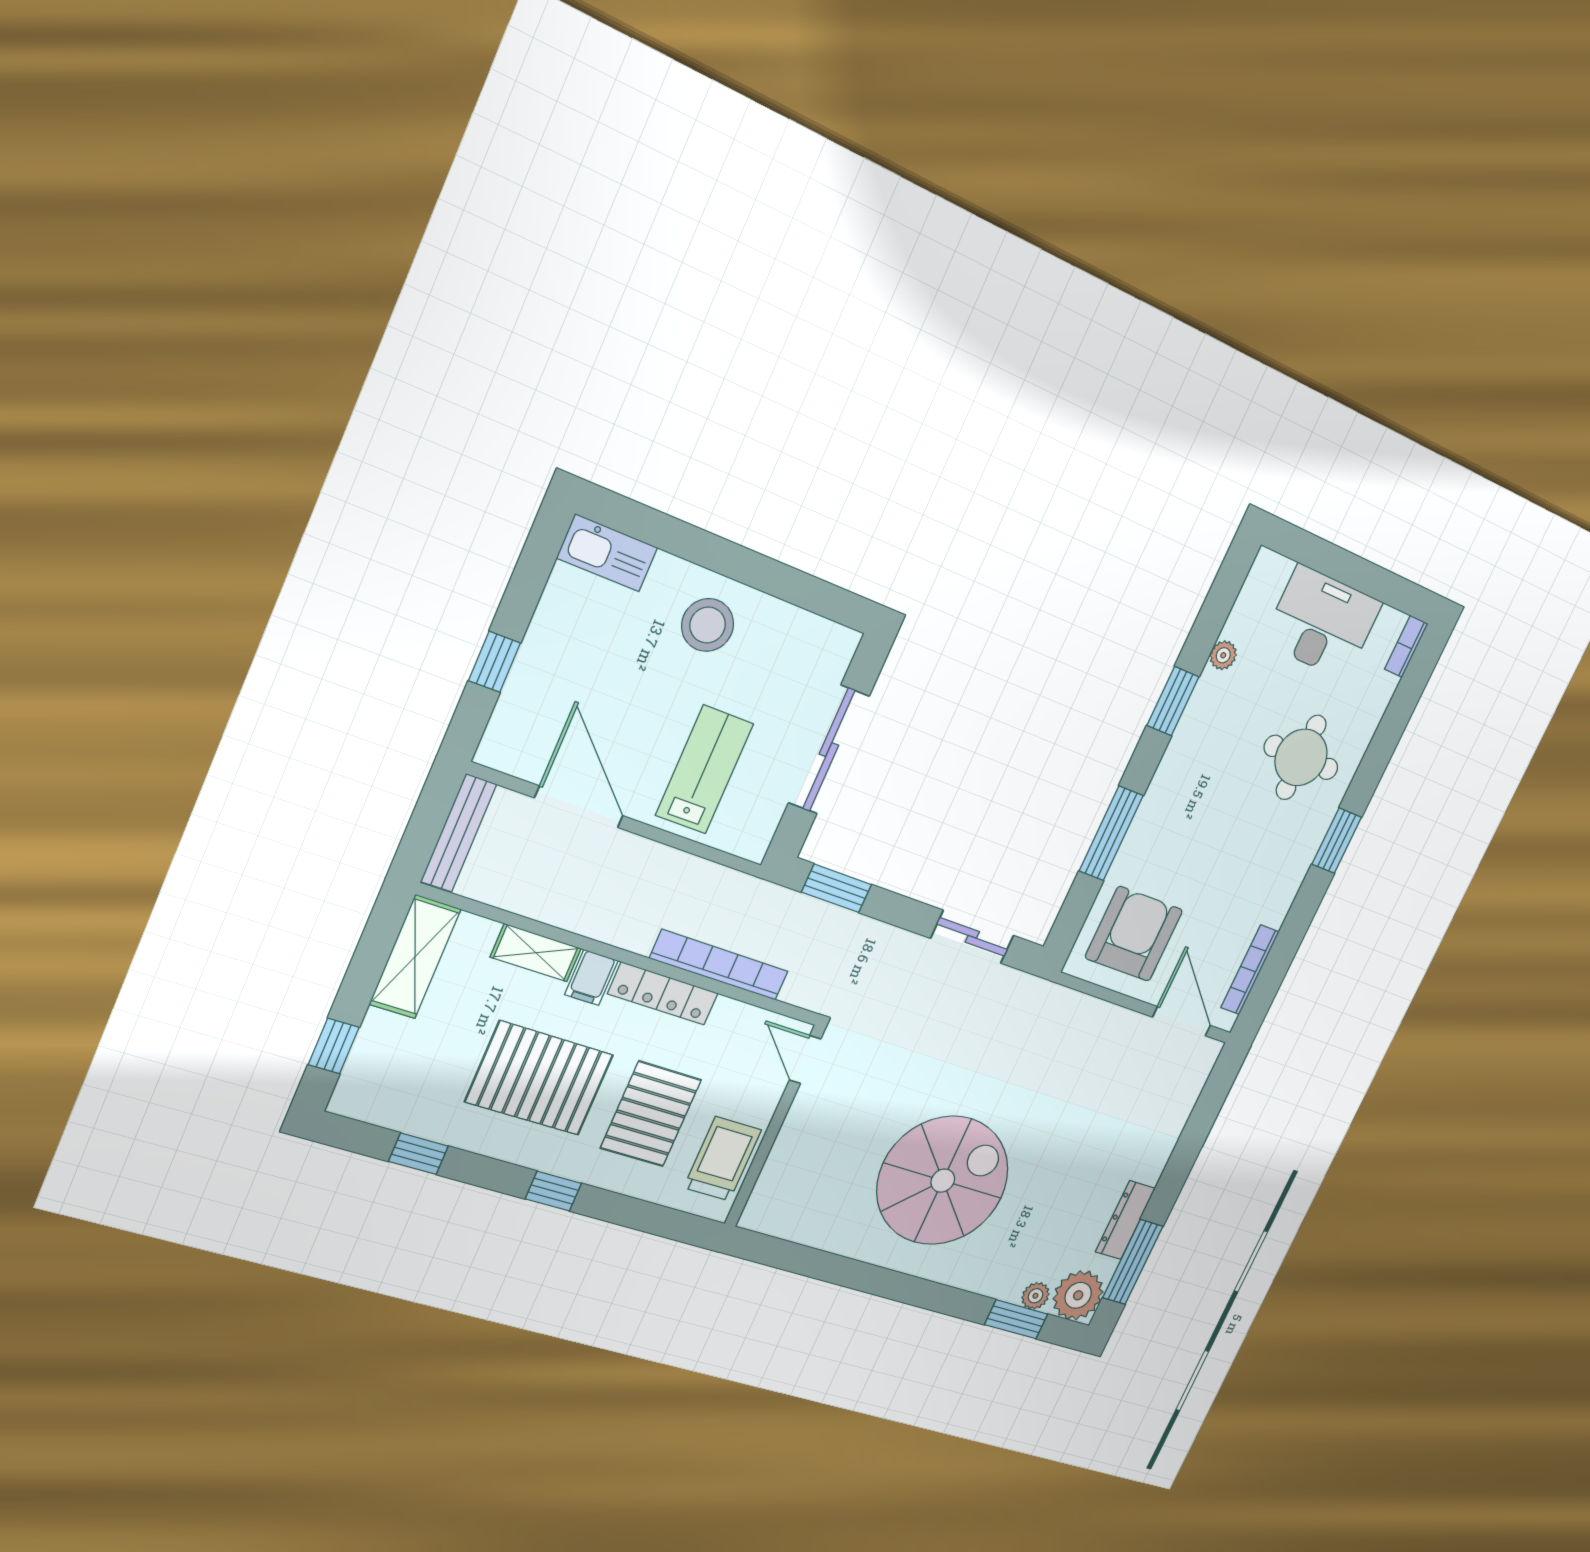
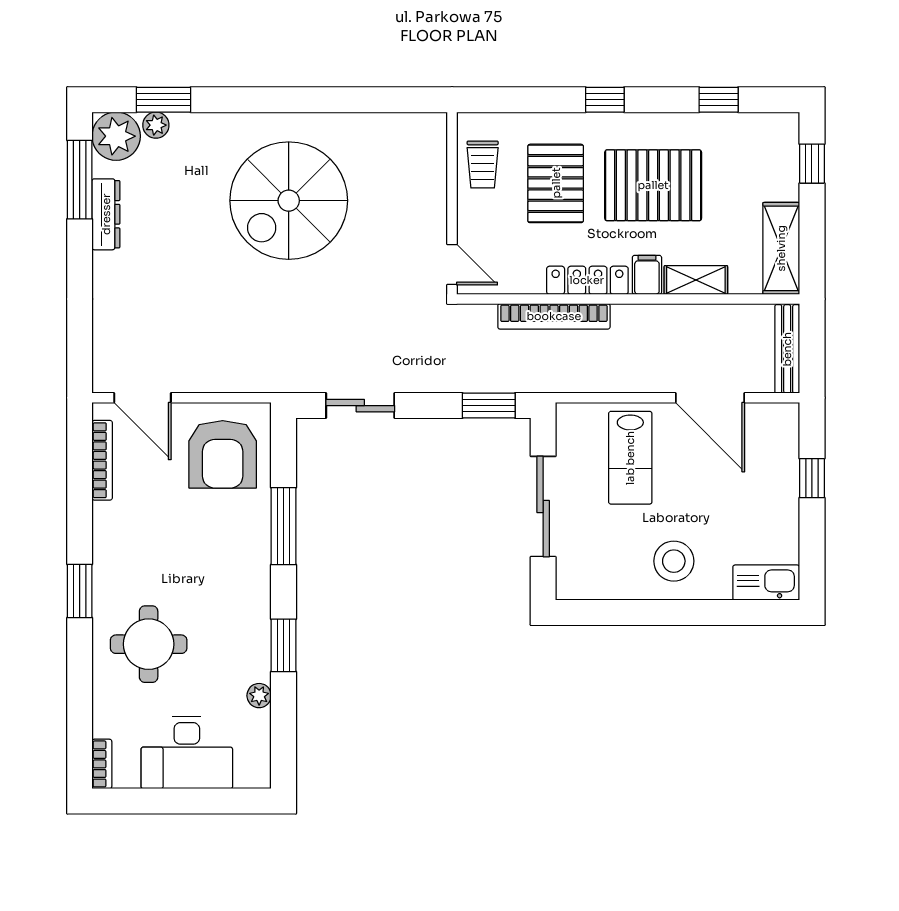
trolley: (722, 1159) -> (483, 164), width x0.73, depth x0.72

